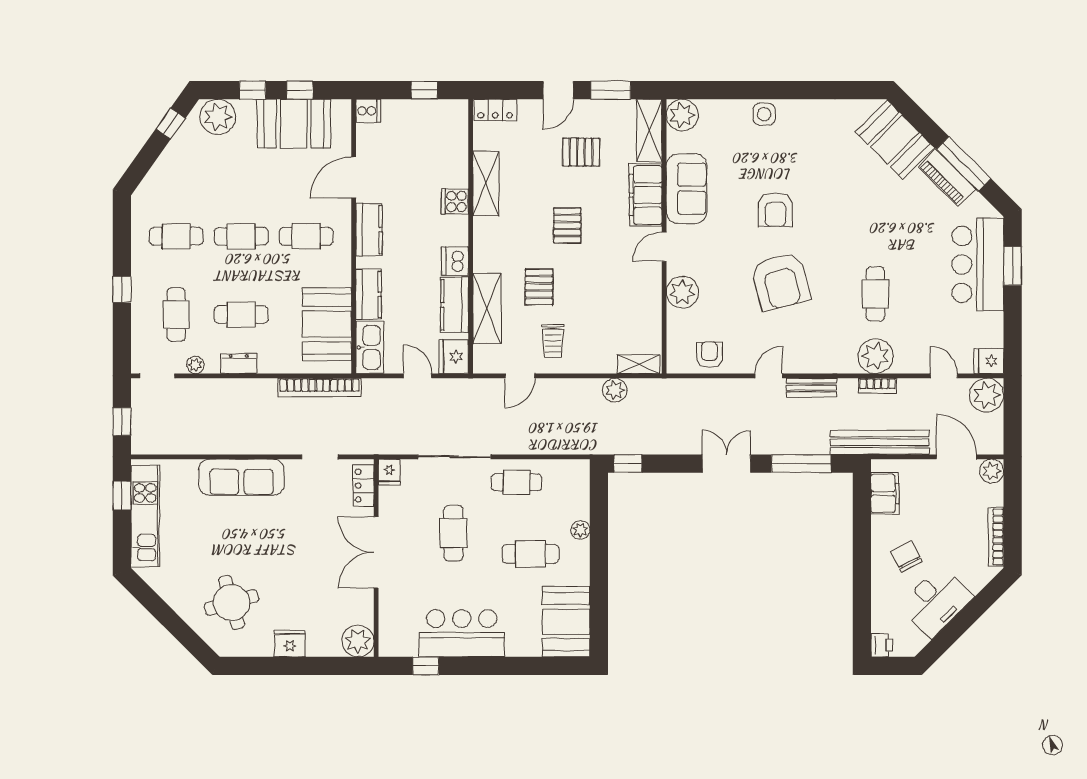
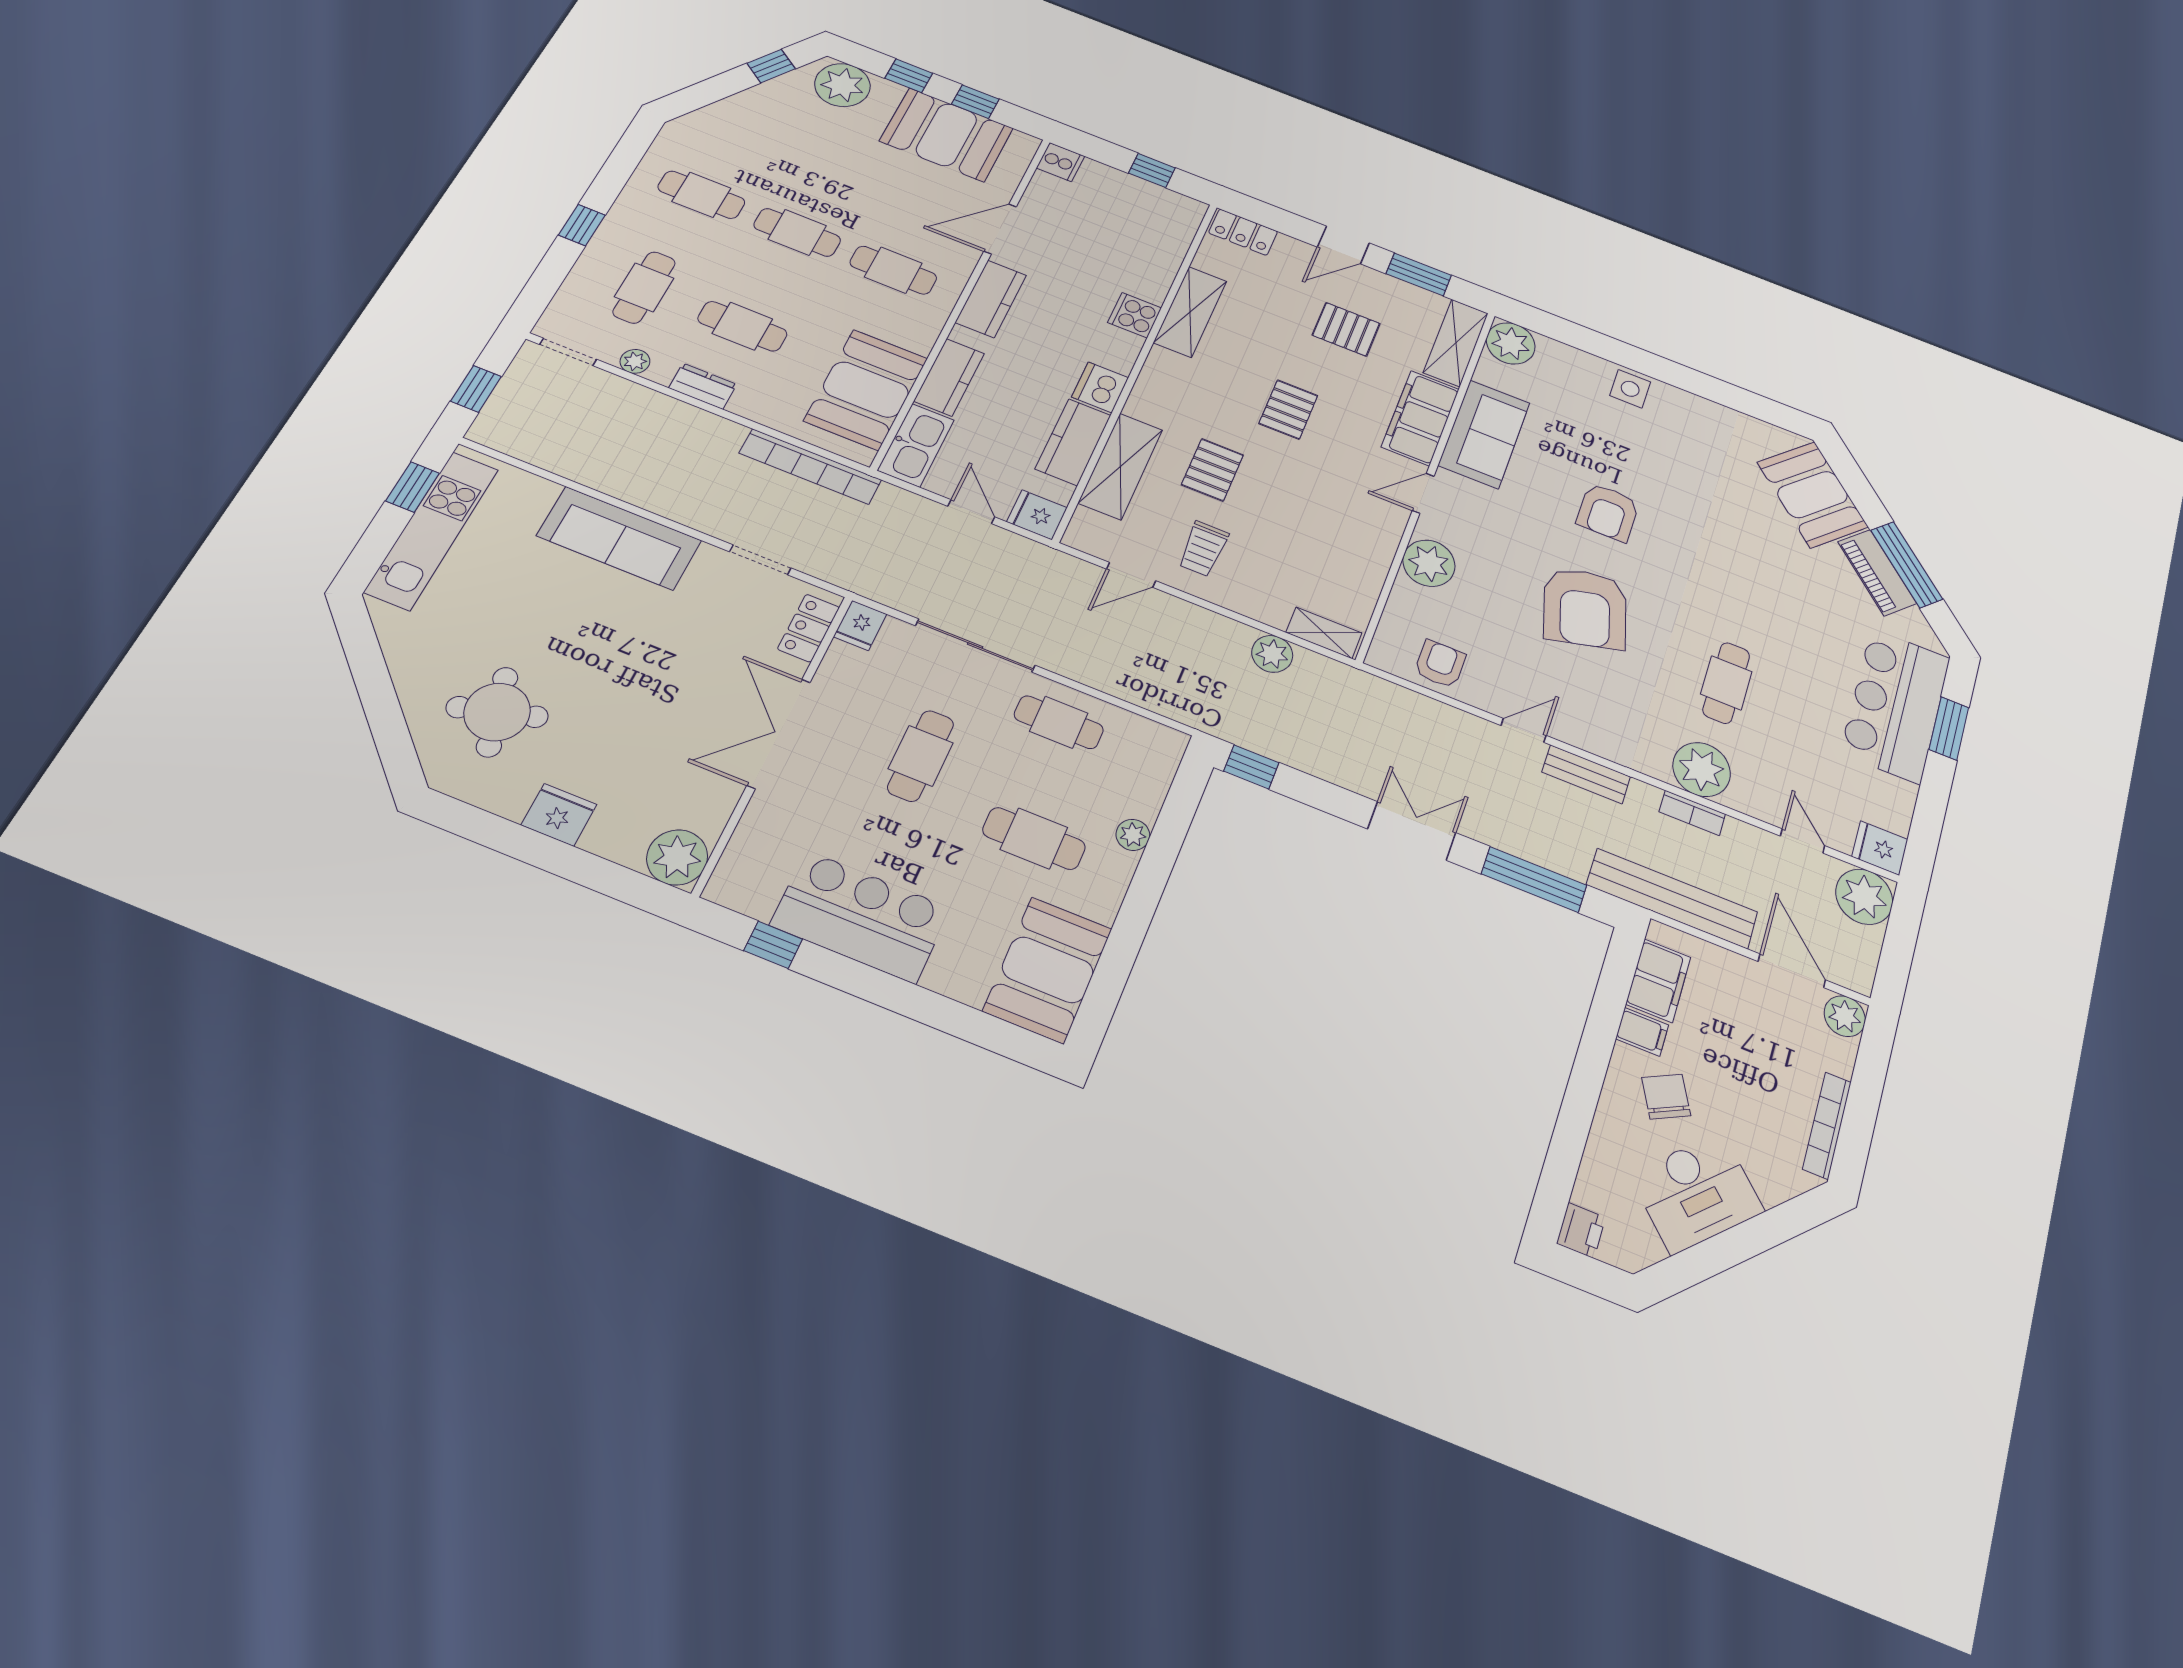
fridge: (454, 357) -> (1037, 515), width x0.72
filing cabinet: (884, 526) -> (1642, 1032), added

